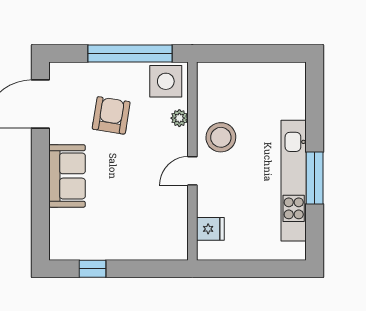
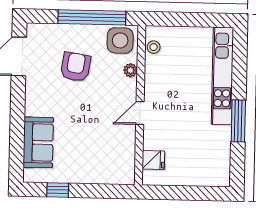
stool: (221, 137) -> (154, 47), moved, width x0.53, depth x0.53
sofa: (67, 176) -> (38, 142), moved
kitchen unit: (294, 181) -> (222, 76), moved

